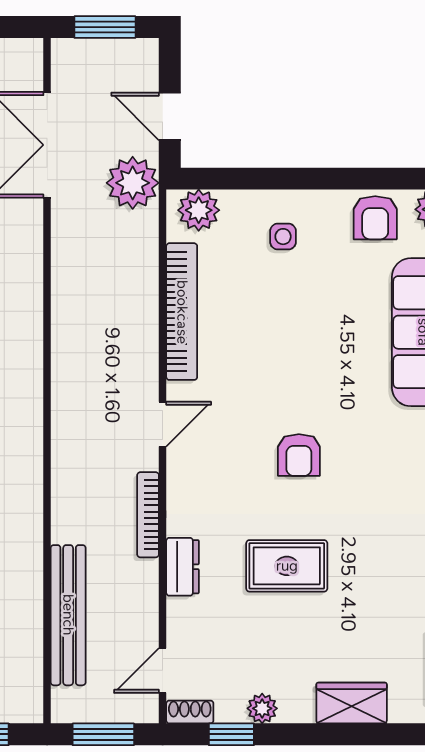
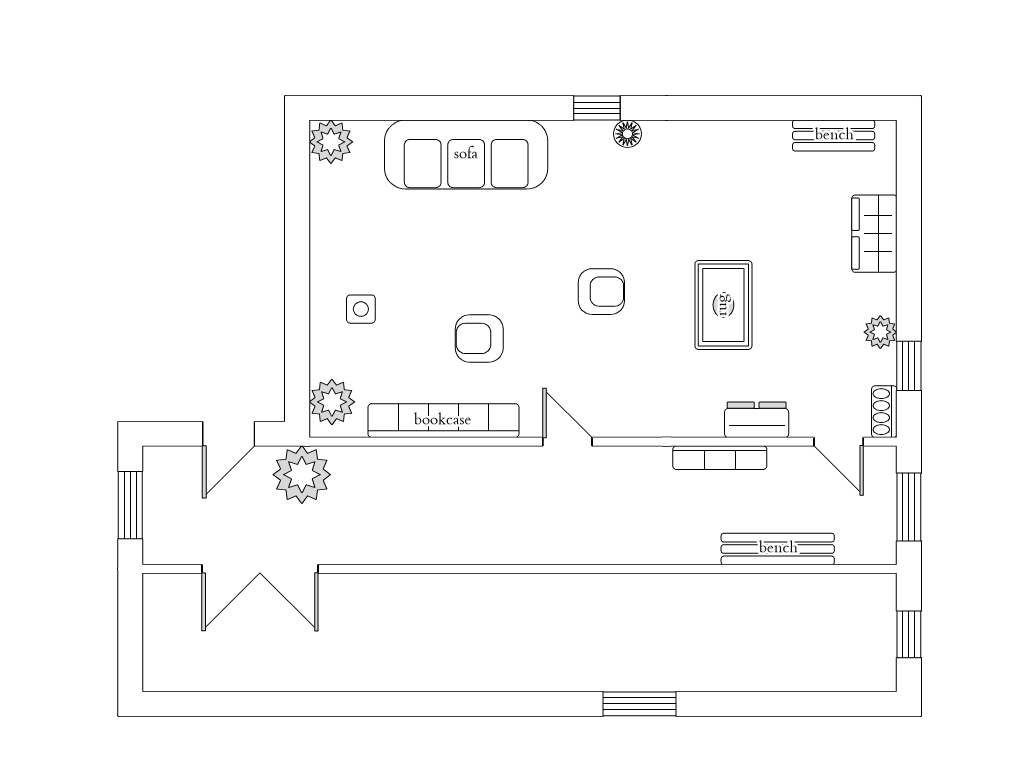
armchair: (375, 218) -> (479, 338), moved, turned 180
bookcase: (148, 515) -> (720, 458), moved
dresser: (182, 567) -> (757, 420), moved
bench: (68, 615) -> (778, 549), width x0.73, depth x0.82

